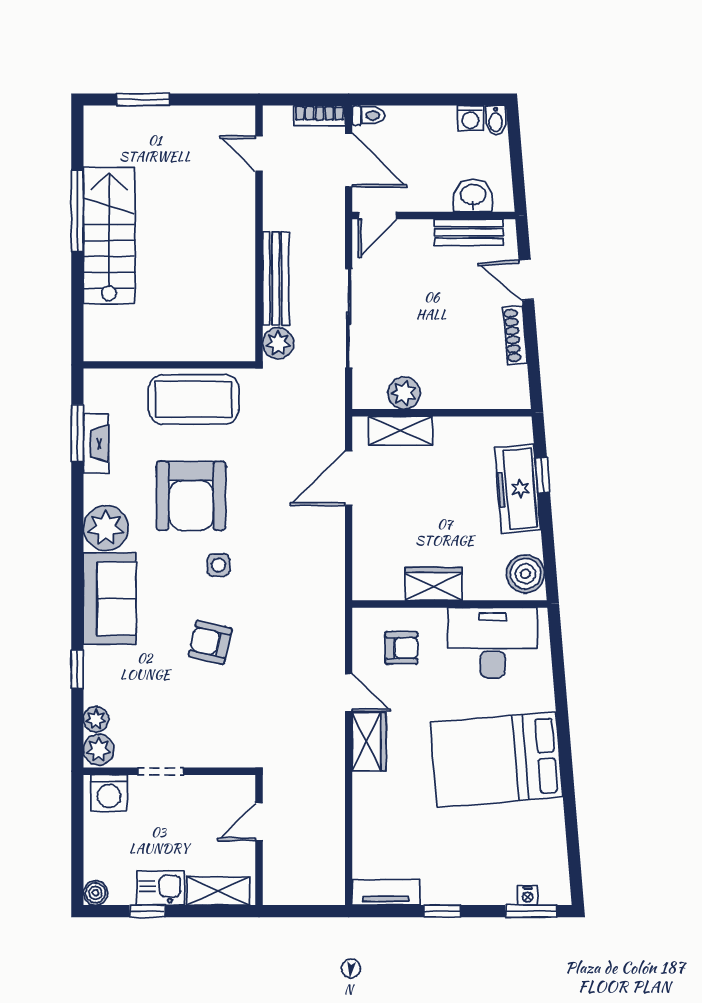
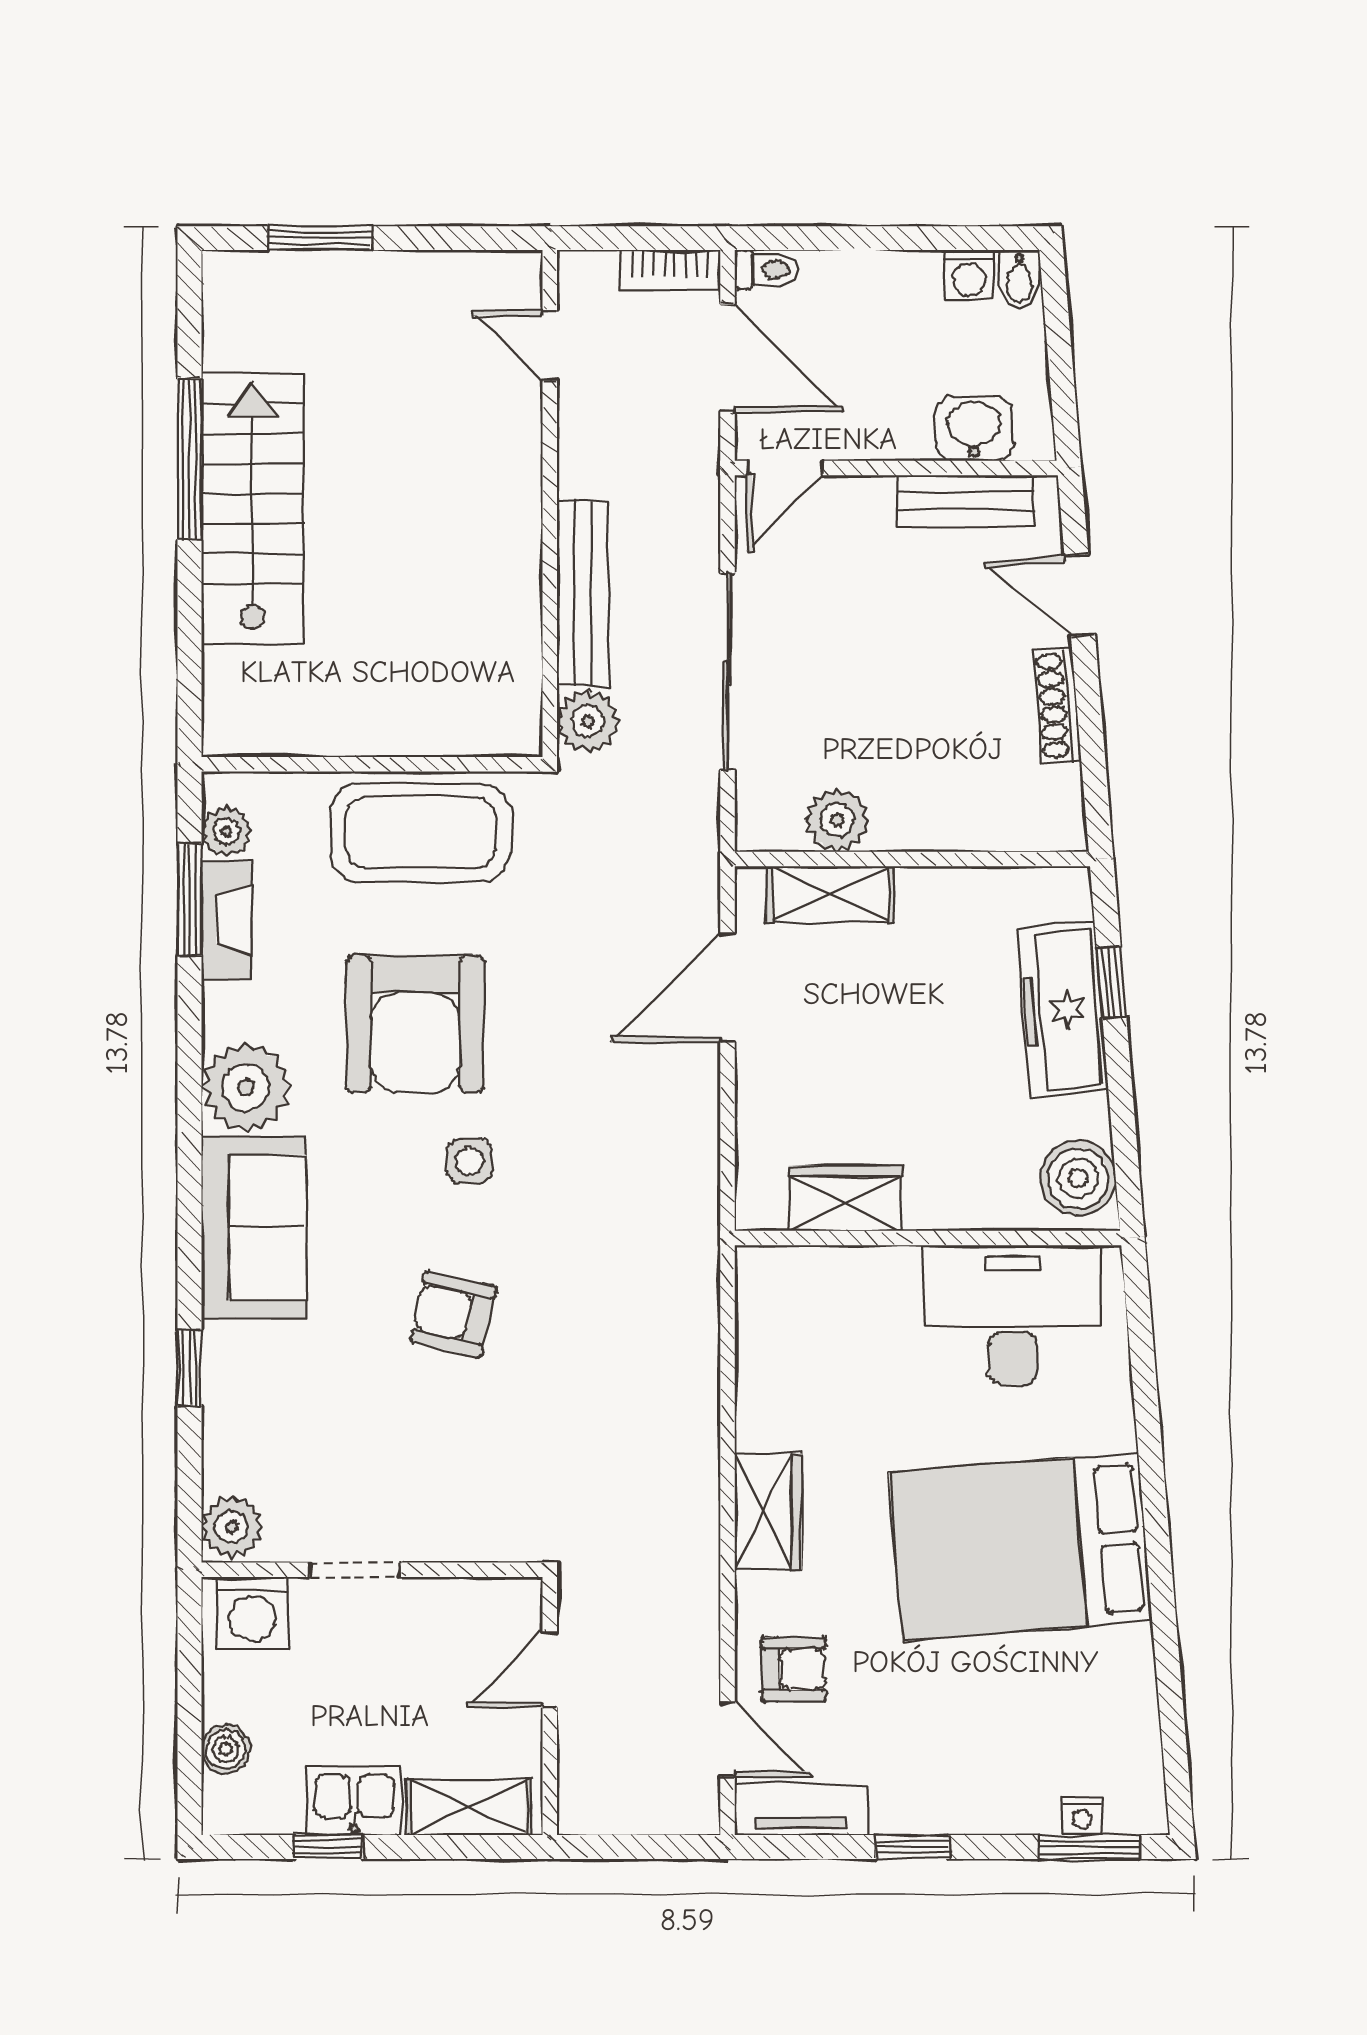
wardrobe: (434, 584) -> (845, 1198), moved
armchair: (401, 648) -> (794, 1669), moved
door: (349, 692) -> (727, 1739), moved
plant: (96, 719) -> (226, 831), moved
boiler: (96, 893) -> (226, 1749), moved

